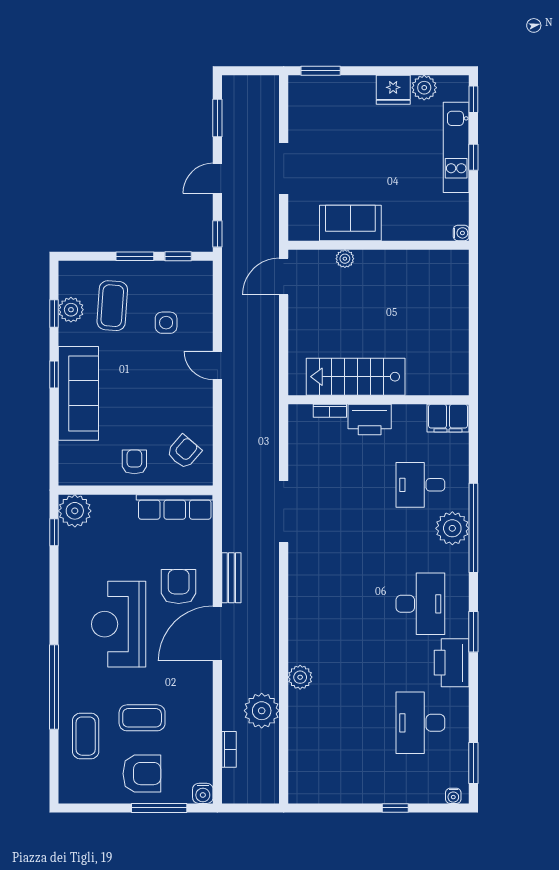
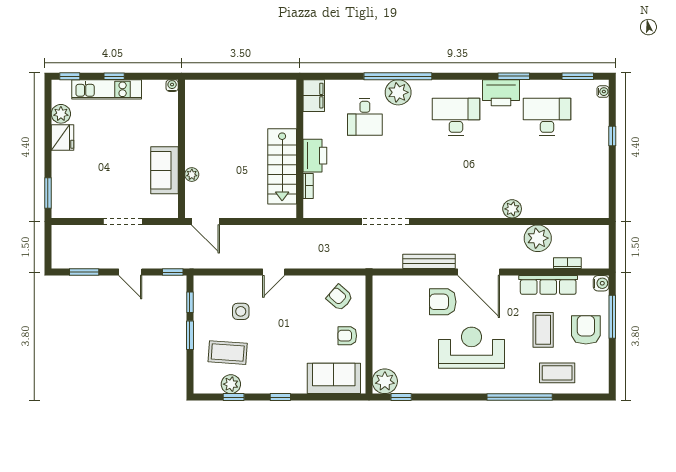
sofa: (78, 393) -> (334, 378), moved, width x0.73
row of seats: (175, 507) -> (548, 285), moved, turned 90
bench: (231, 578) -> (429, 261), width x1.36
reception desk: (119, 624) -> (471, 348), turned 180
window: (473, 632) -> (514, 76), moved
desk: (420, 723) -> (547, 117), turned 180

